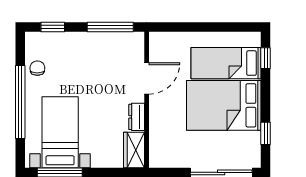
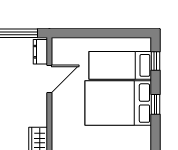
dresser: (137, 117) -> (40, 52), moved
window: (266, 133) -> (156, 104), moved

